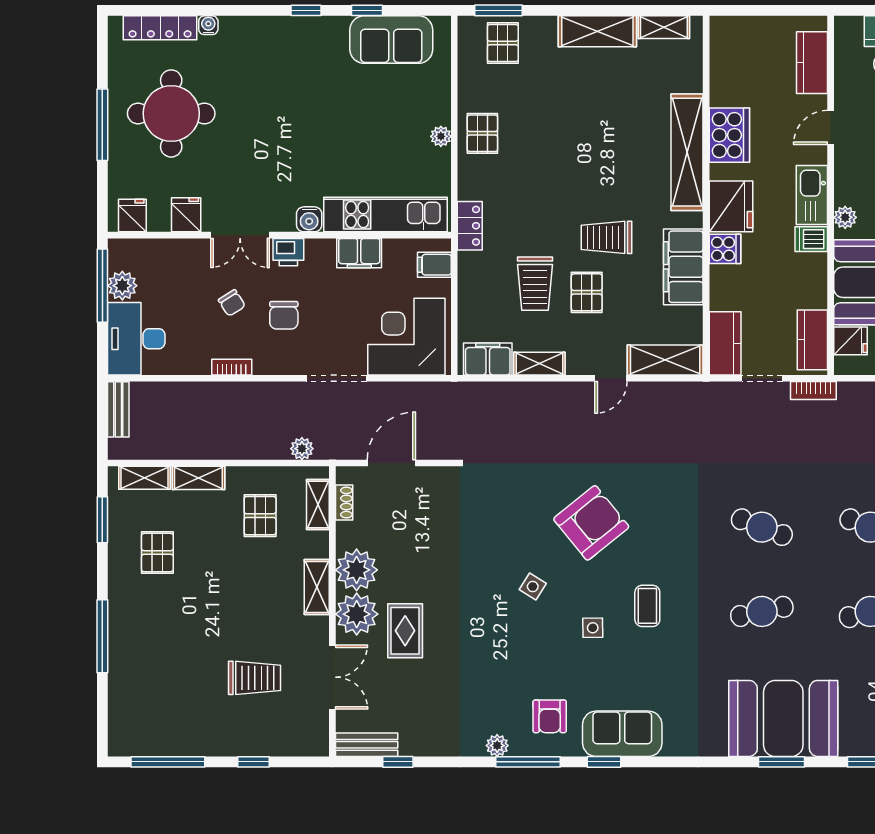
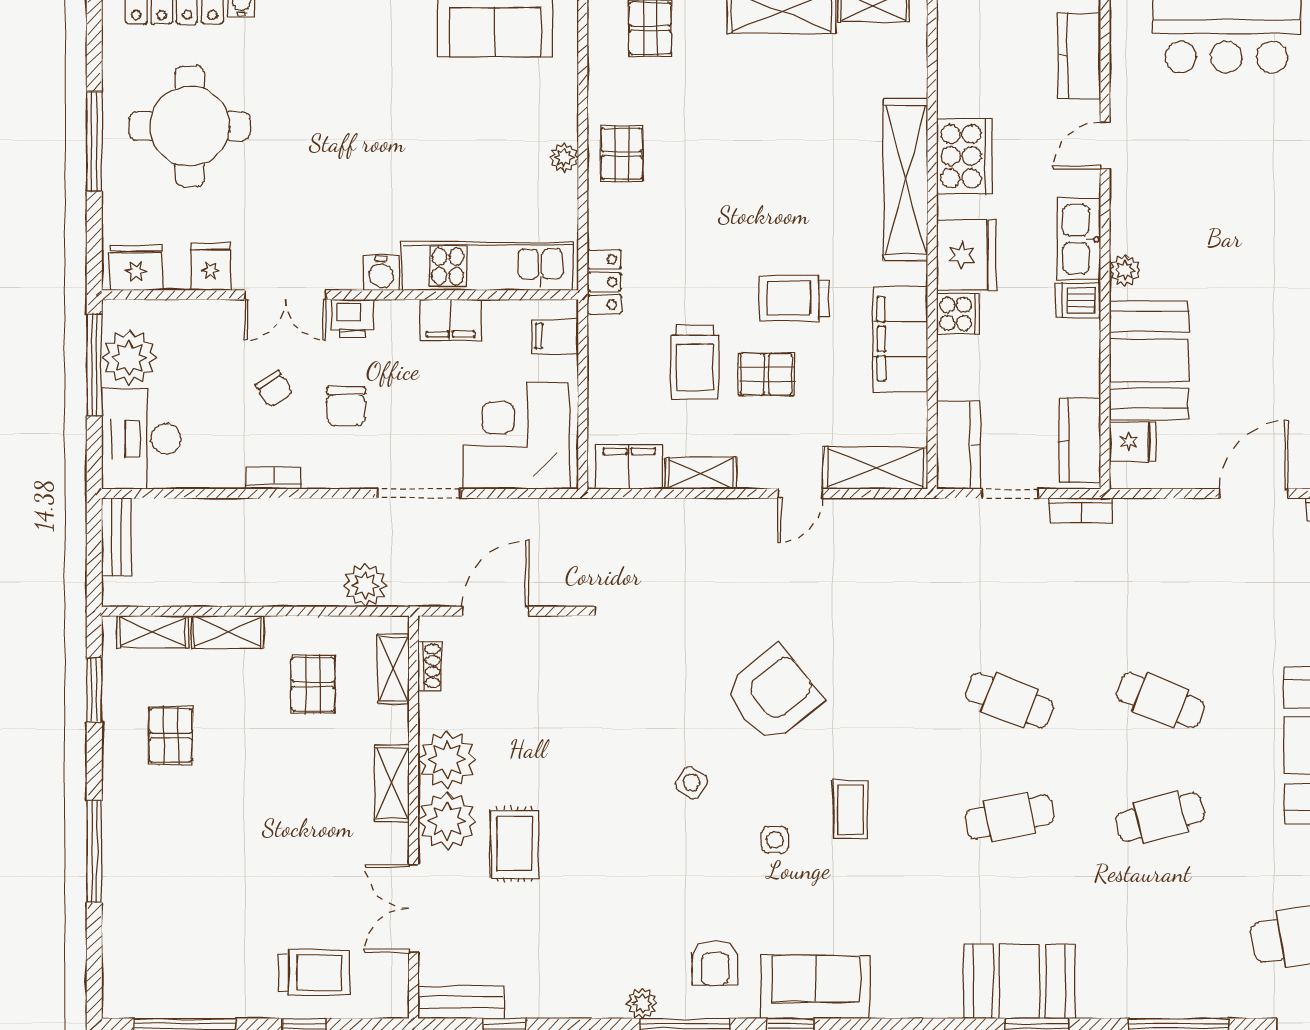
fridge: (132, 216) -> (136, 268), width x1.38
plant: (122, 286) -> (129, 358), width x1.36, depth x1.36
pallet: (587, 292) -> (766, 374), turned 90
plant: (302, 449) -> (365, 585), width x1.38, depth x1.38
double door: (332, 677) -> (414, 908), swing flipped
trolley: (254, 678) -> (314, 973), moved
booth: (783, 718) -> (1019, 981), width x0.73, depth x0.70

